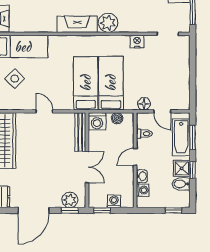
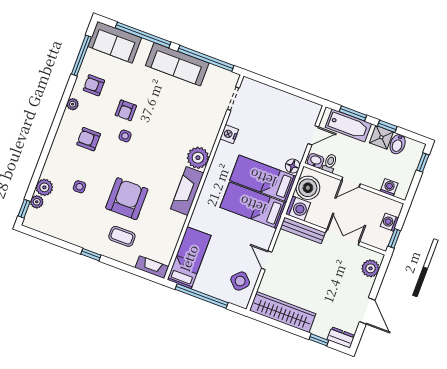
side table: (15, 79) -> (240, 281), moved
floor lamp: (144, 104) -> (293, 166), moved
door: (44, 111) -> (267, 260), hinge flipped
boiler: (117, 118) -> (308, 188), width x1.86, depth x1.86
door: (135, 157) -> (351, 182), hinge flipped
washbasin: (142, 176) -> (316, 161), moved
door: (34, 210) -> (367, 311), width x0.73
window: (70, 210) -> (382, 272), removed

